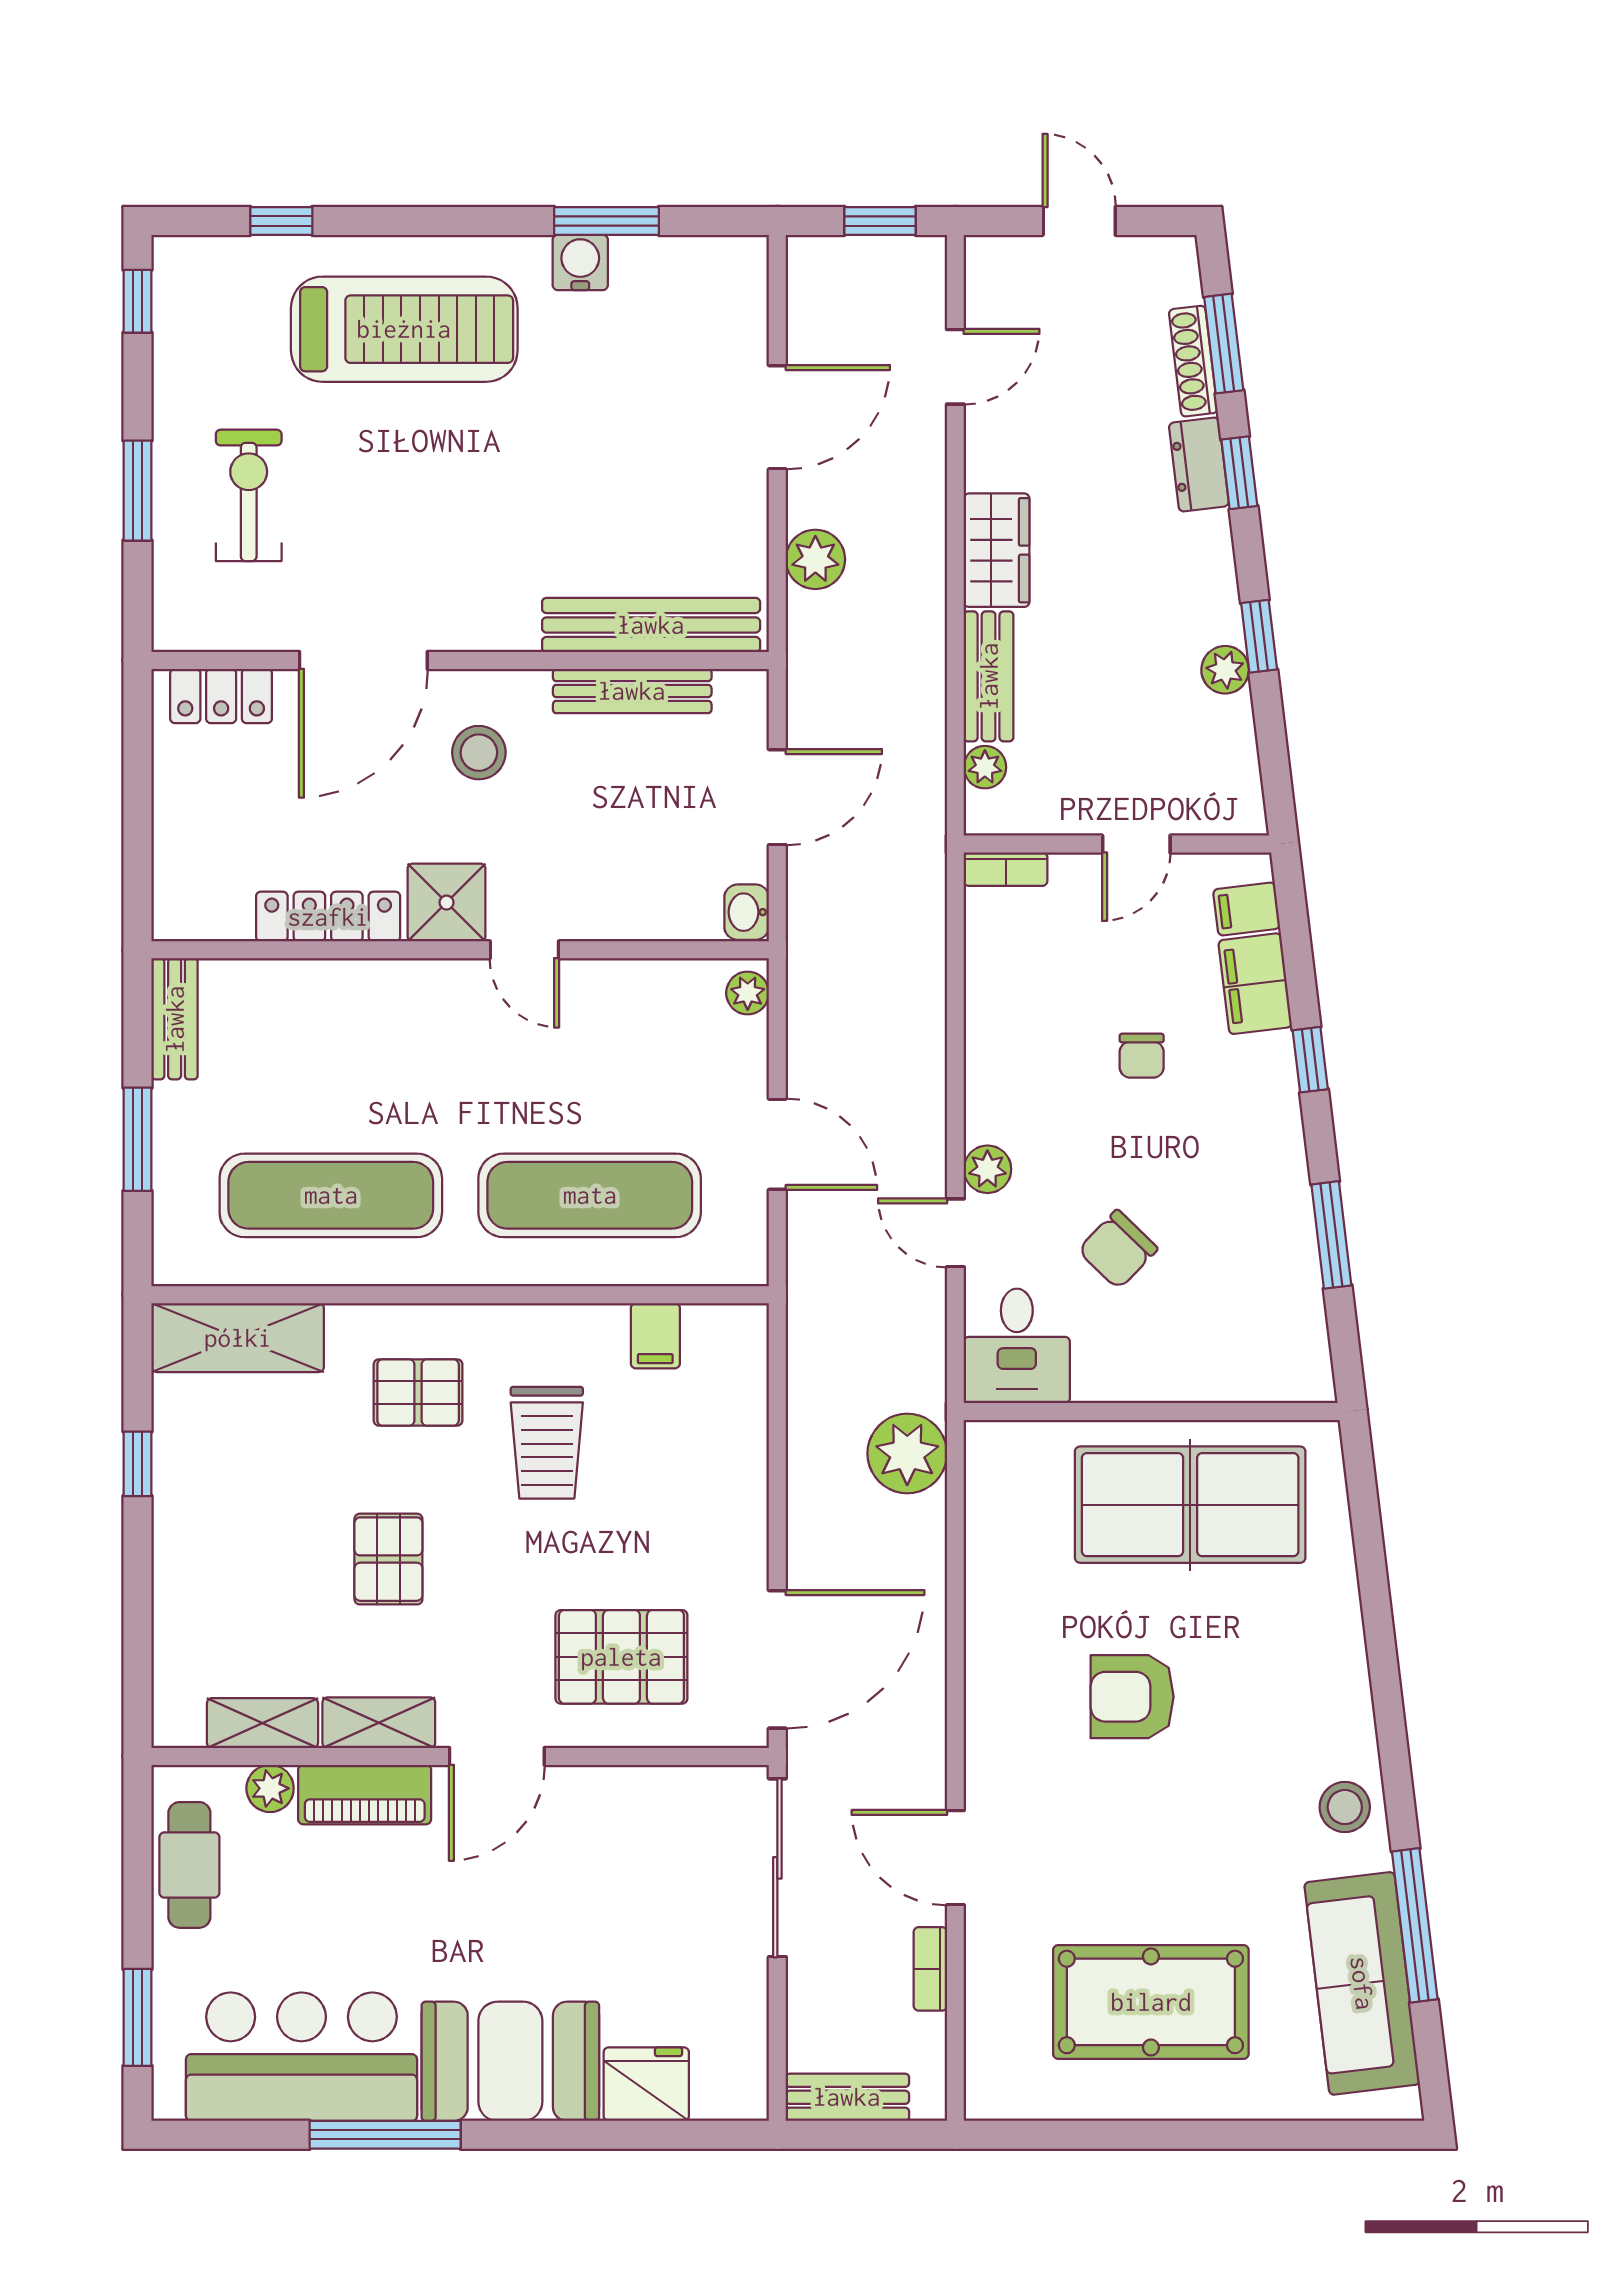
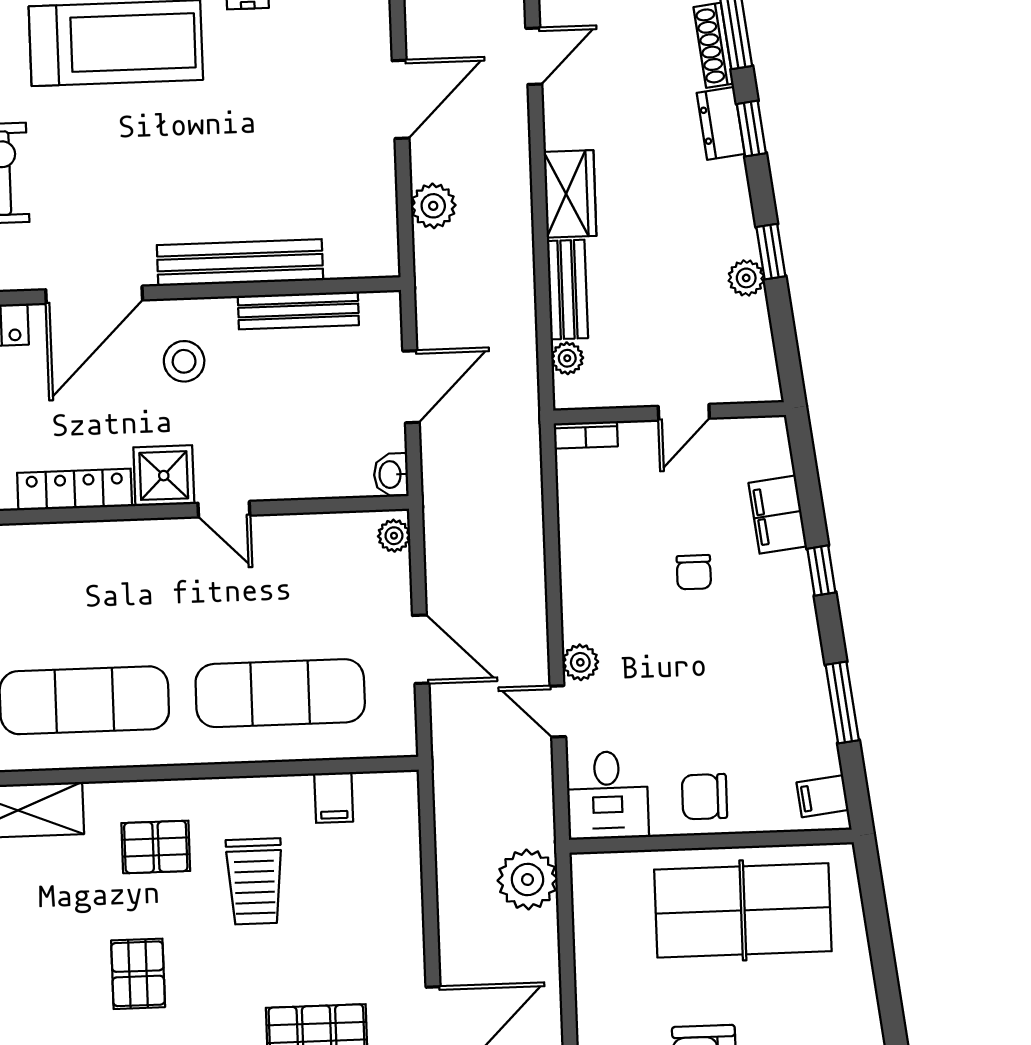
bench: (651, 625) -> (240, 263), moved
filing cabinet: (1247, 909) -> (823, 796), moved
chair: (1118, 1249) -> (705, 797), moved, turned 46

